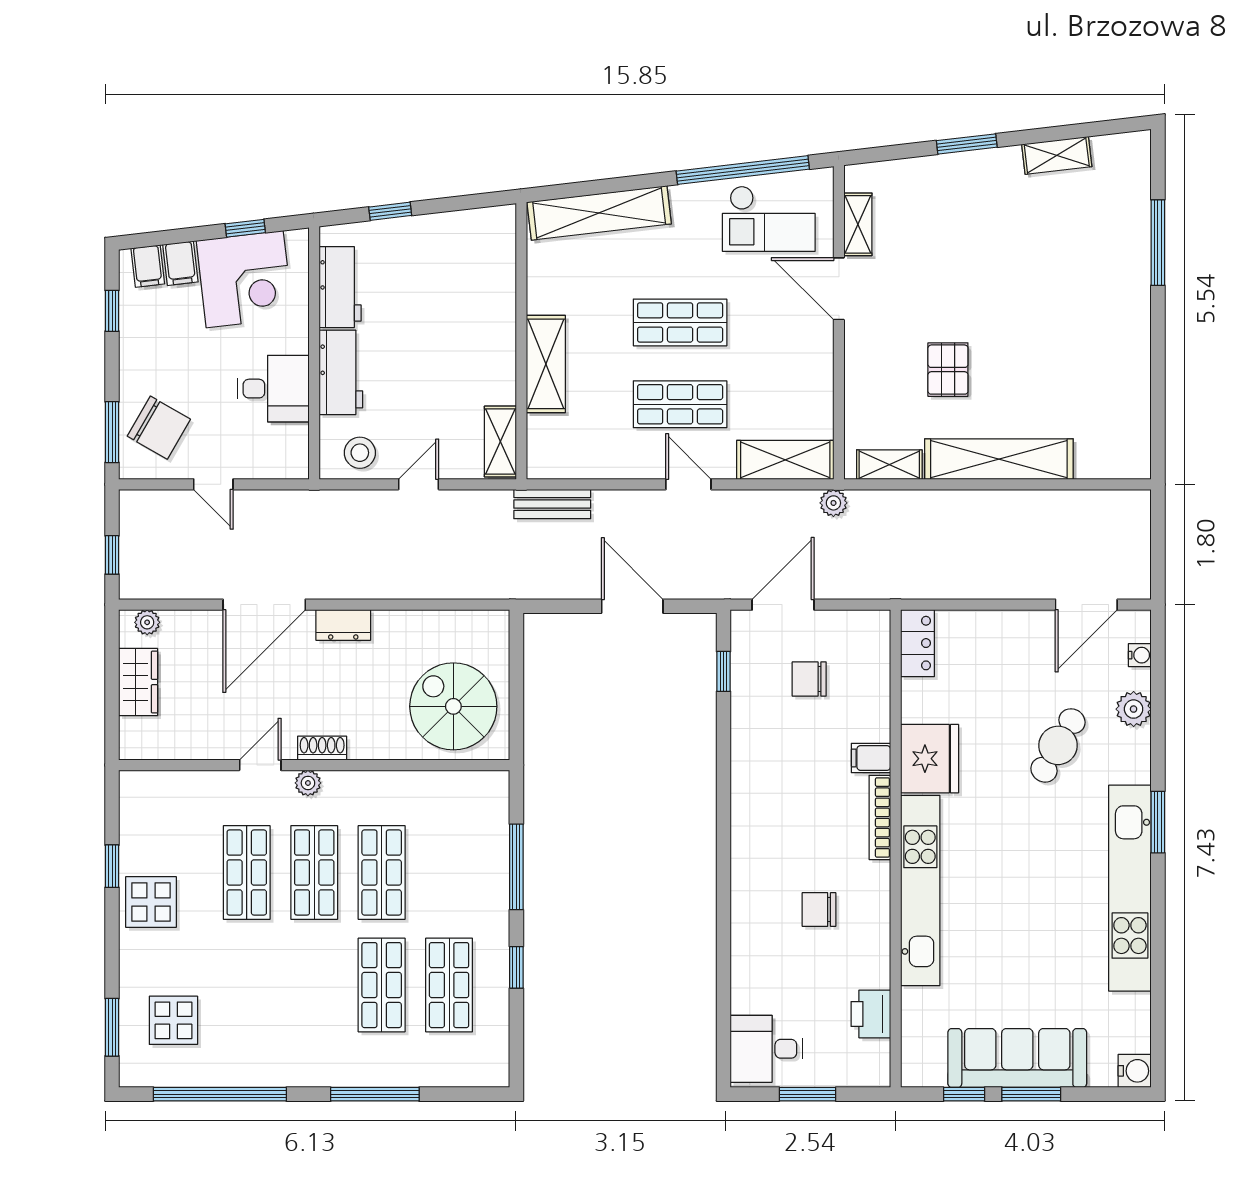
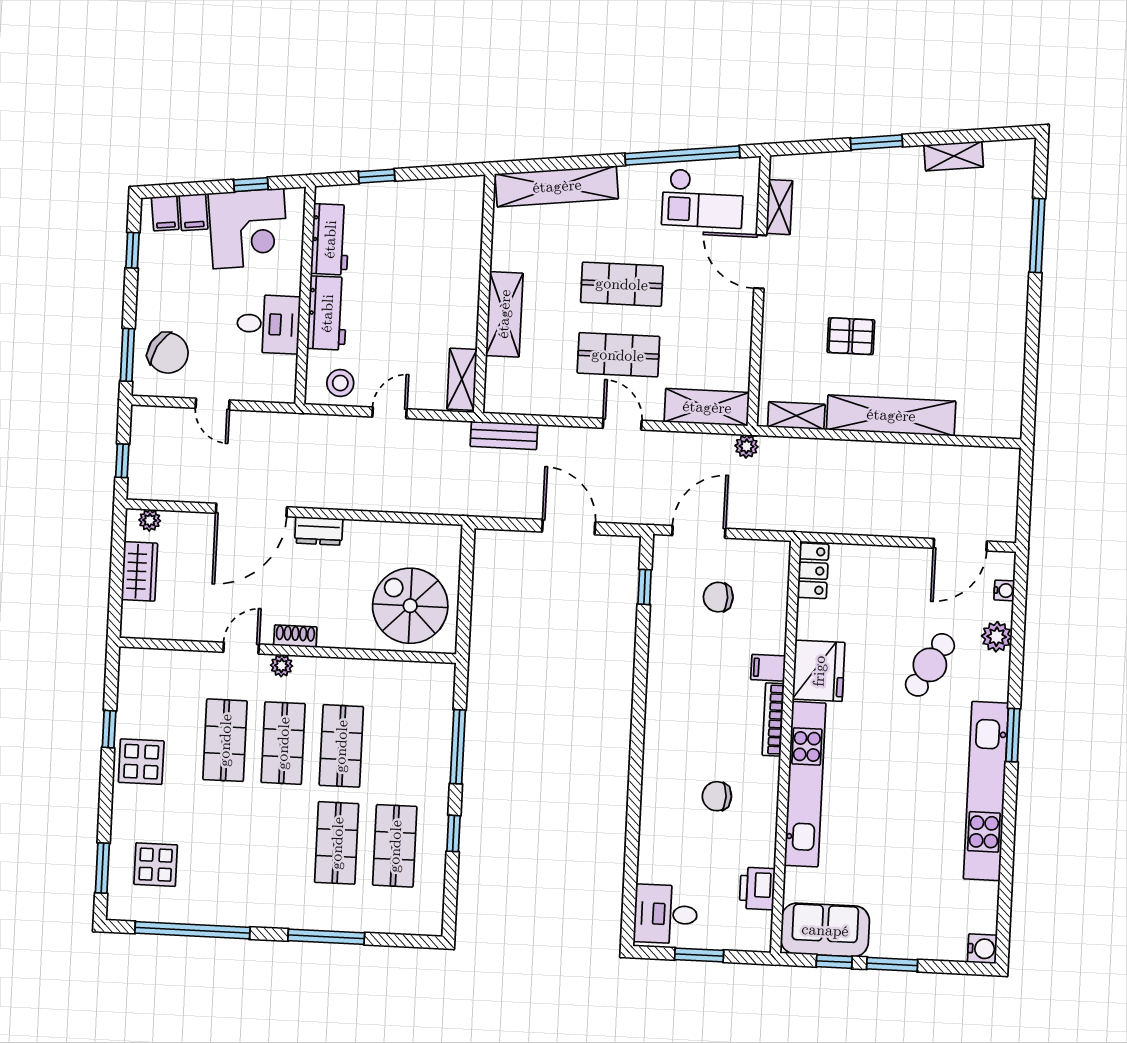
pallet: (948, 370) -> (851, 336), turned 90
sofa: (1017, 1058) -> (825, 930), moved, width x0.73

